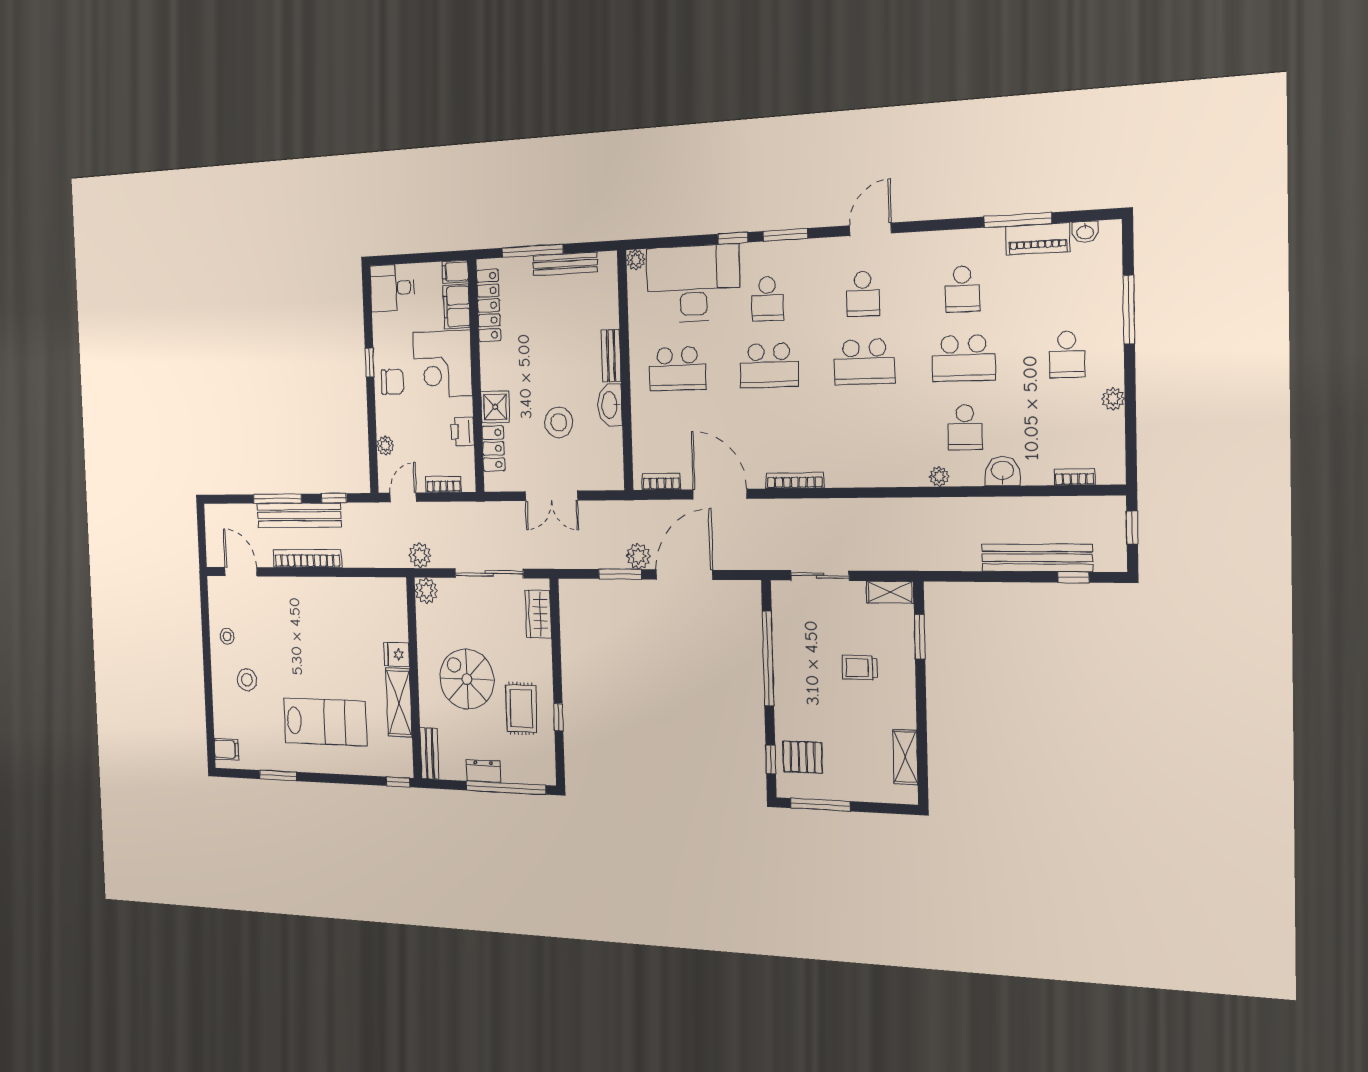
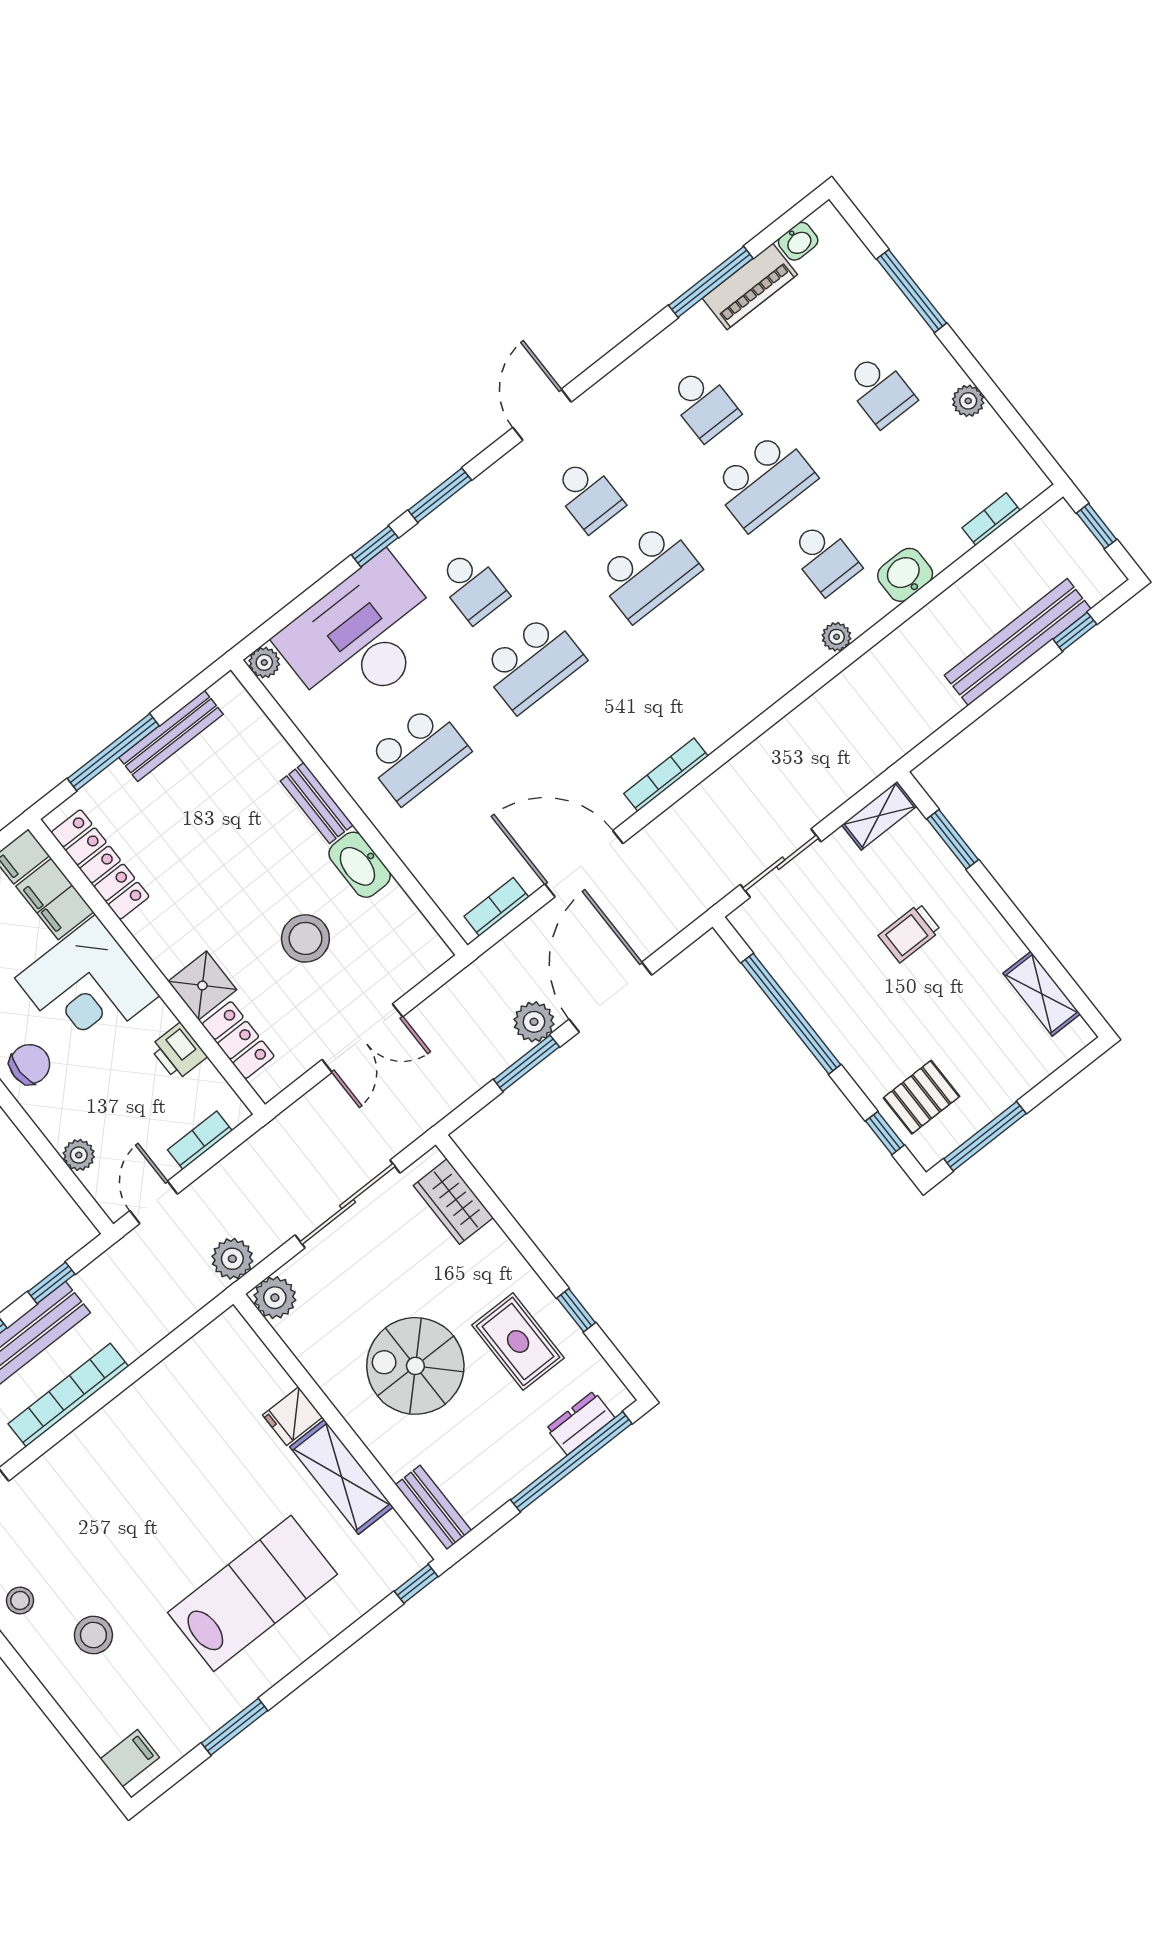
dresser: (483, 771) -> (580, 1423), moved

